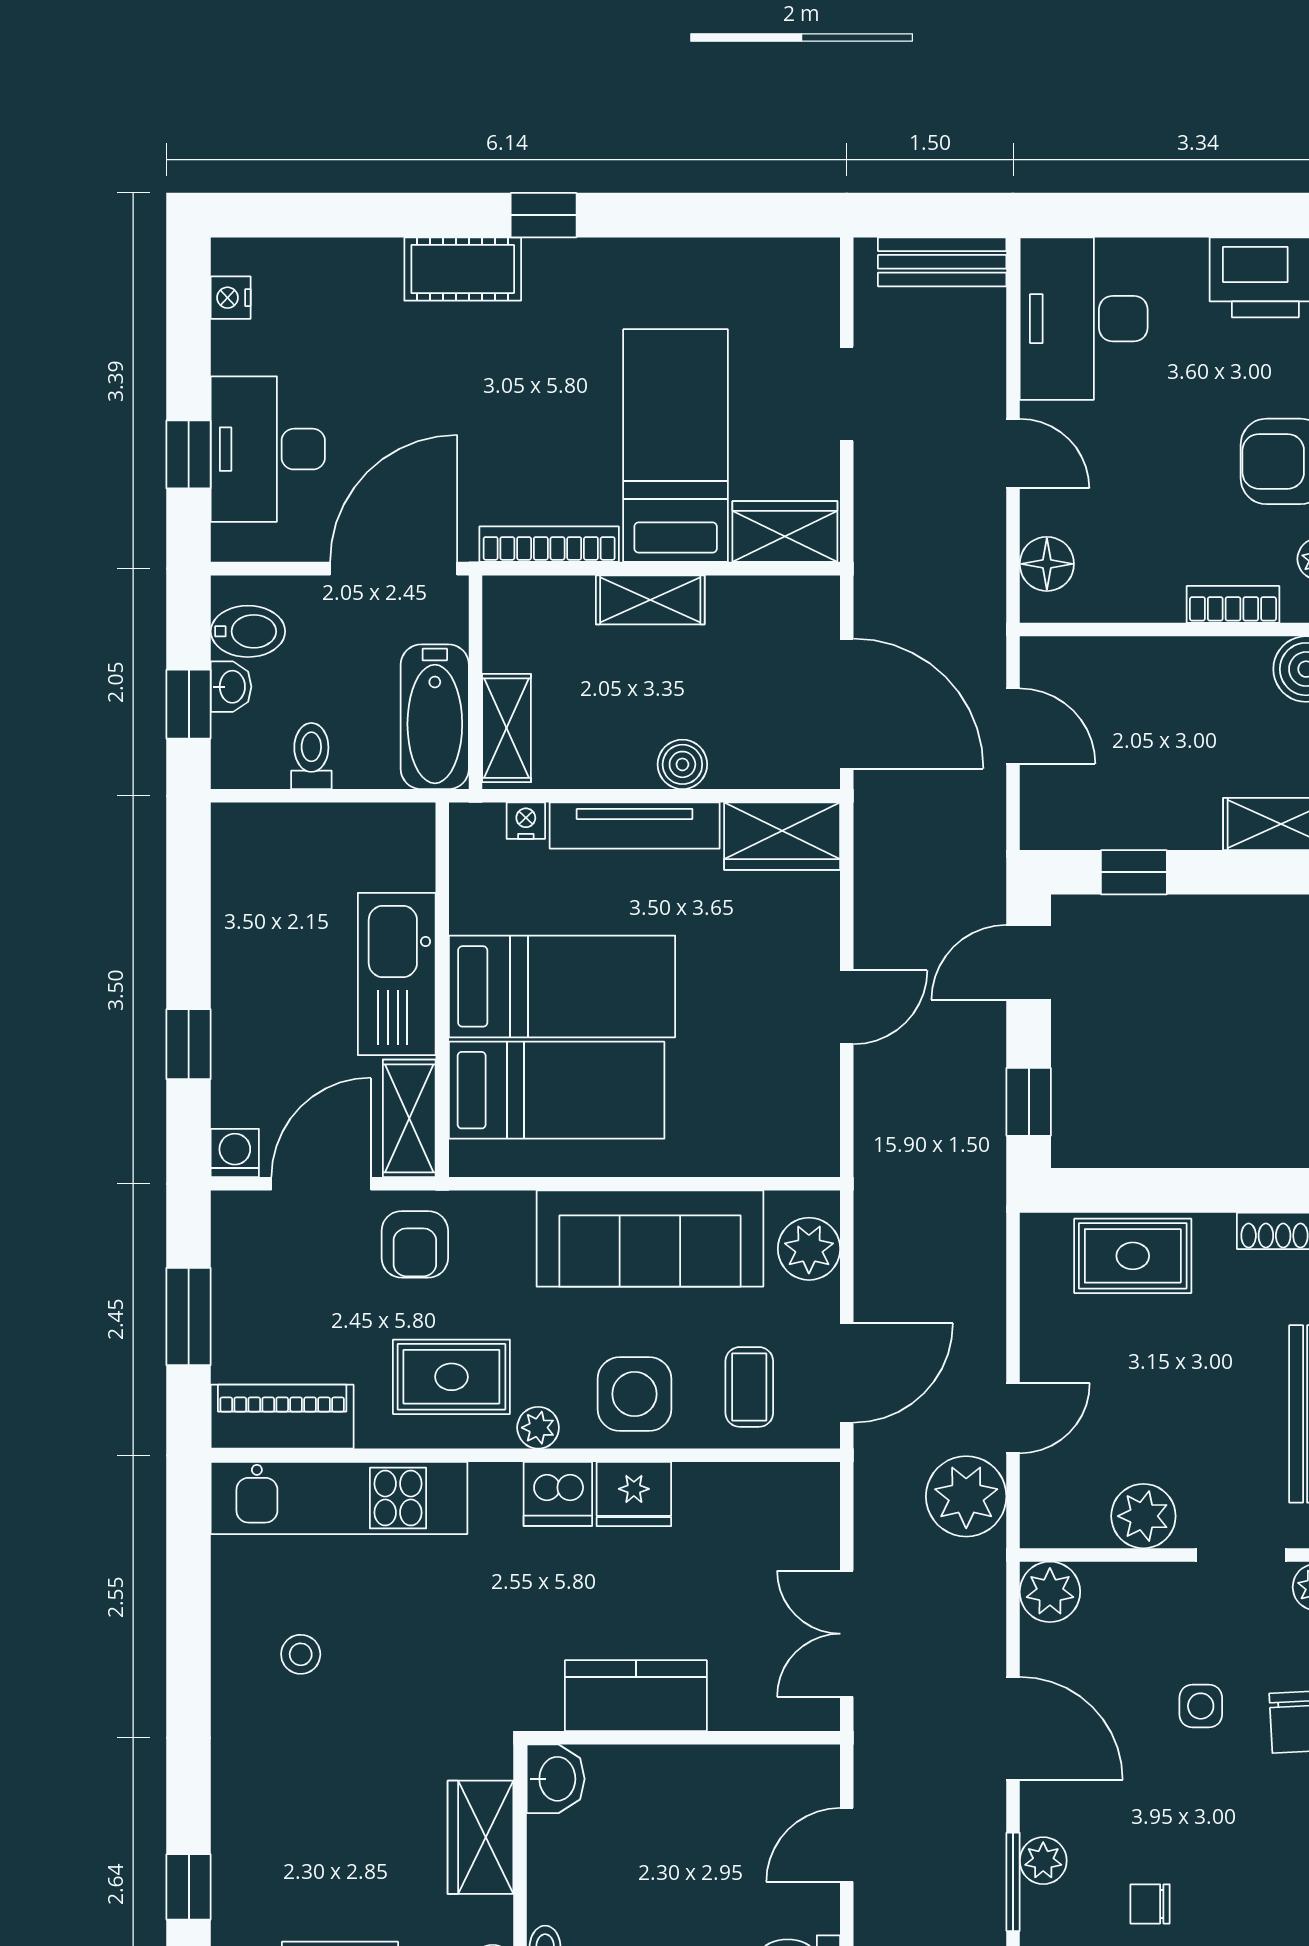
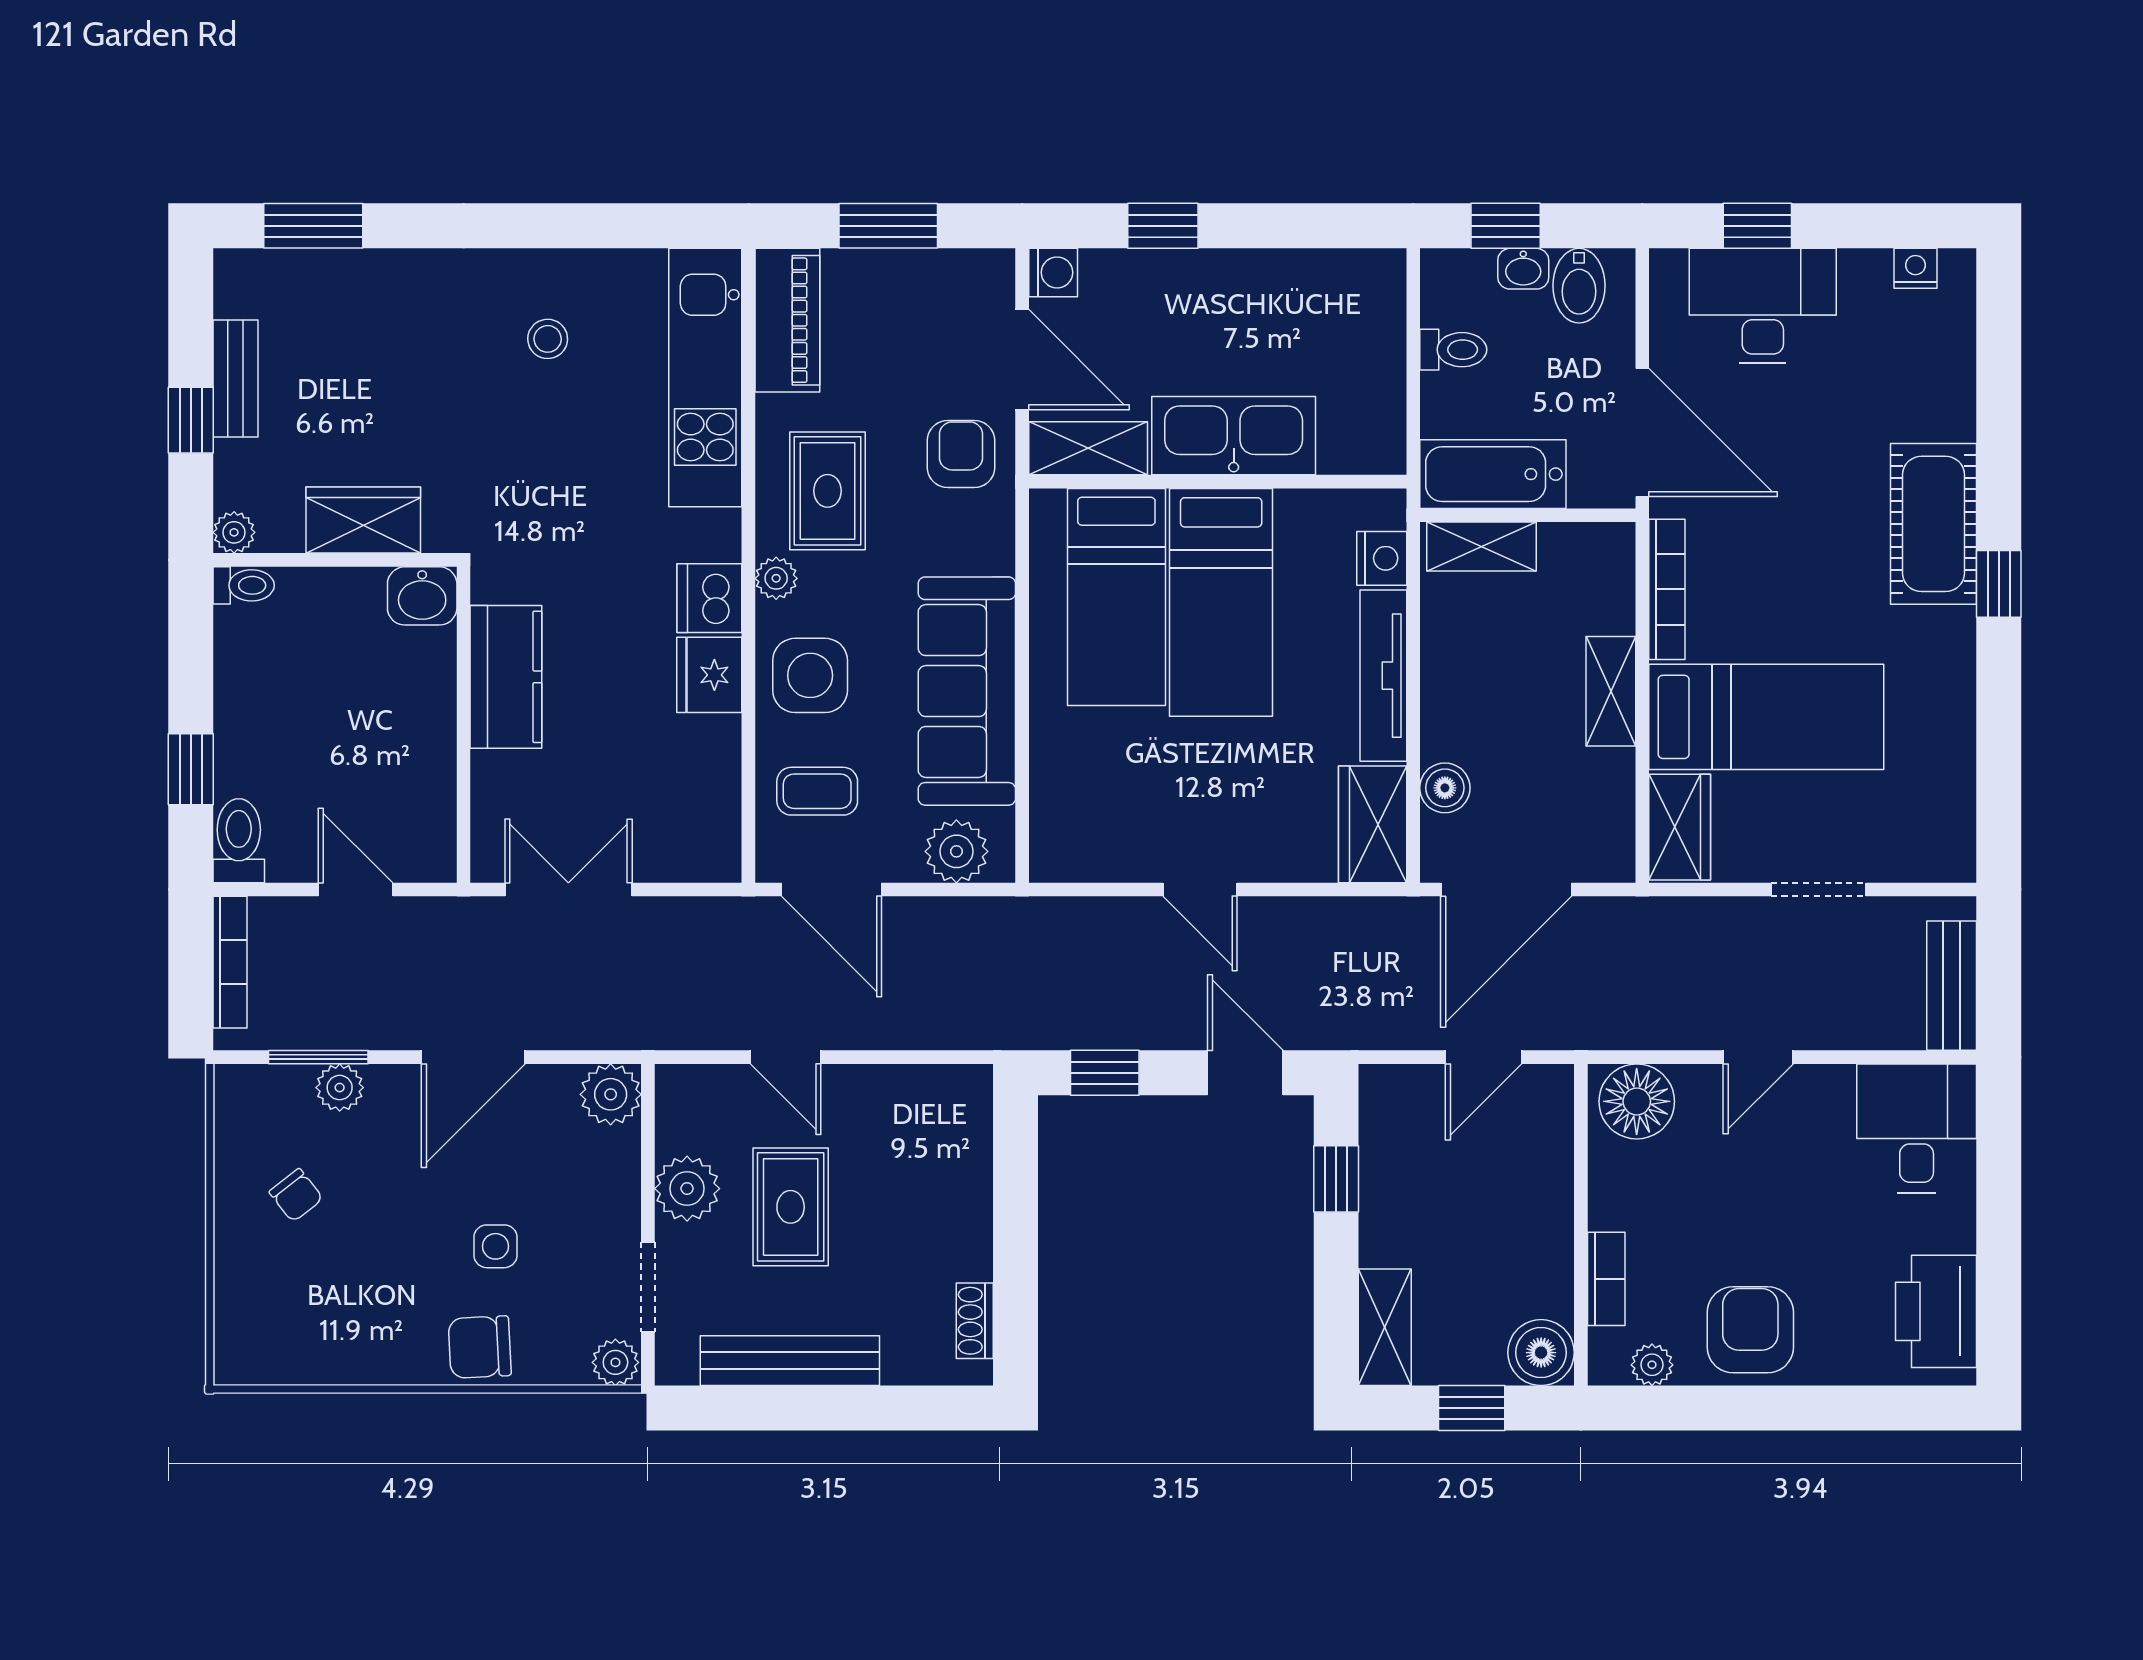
cot: (463, 269) -> (1933, 524), width x1.37, depth x1.34
desk: (1084, 319) -> (1917, 1128), width x0.73
floor lamp: (1047, 564) -> (1637, 1101), width x1.38, depth x1.38
boiler: (682, 764) -> (1445, 788), moved
nightstand: (526, 821) -> (1382, 558), width x1.39, depth x1.35
armchair: (415, 1244) -> (961, 454), turned 90
rug: (1133, 1256) -> (791, 1207), moved
plant: (966, 1496) -> (707, 1010), removed
window: (189, 1887) -> (313, 226), width x1.50
chair: (1150, 1904) -> (296, 1195), turned 142

